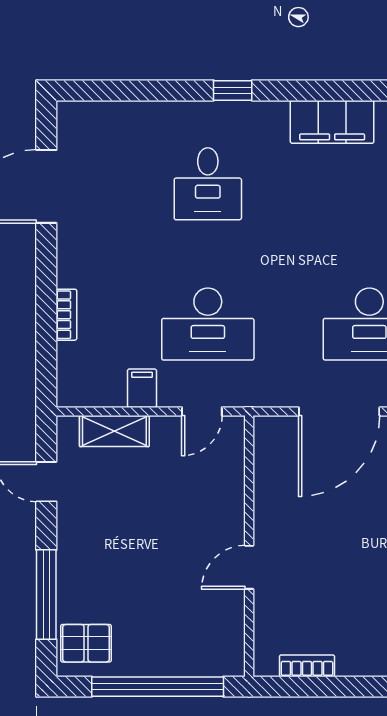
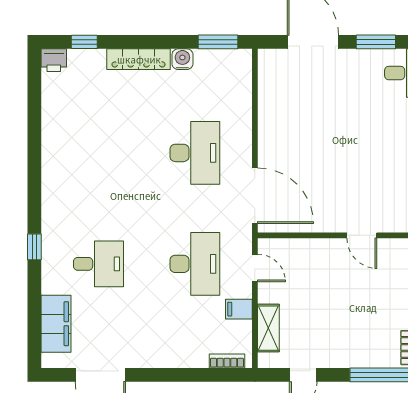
filing cabinet: (332, 122) -> (56, 324), moved
bookcase: (66, 315) -> (227, 361), moved
door: (339, 411) -> (255, 196), moved

